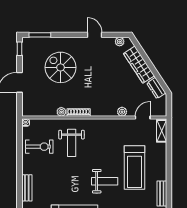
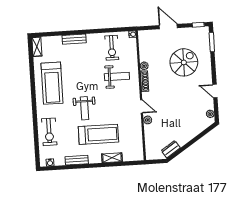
door: (95, 35) -> (215, 91), swing flipped
wardrobe: (139, 65) -> (191, 132), removed
door: (143, 118) -> (142, 106), moved
shelving: (162, 131) -> (112, 158), moved
weight bench: (72, 143) -> (117, 77), turned 180
treadmill: (135, 168) -> (98, 134), turned 180

